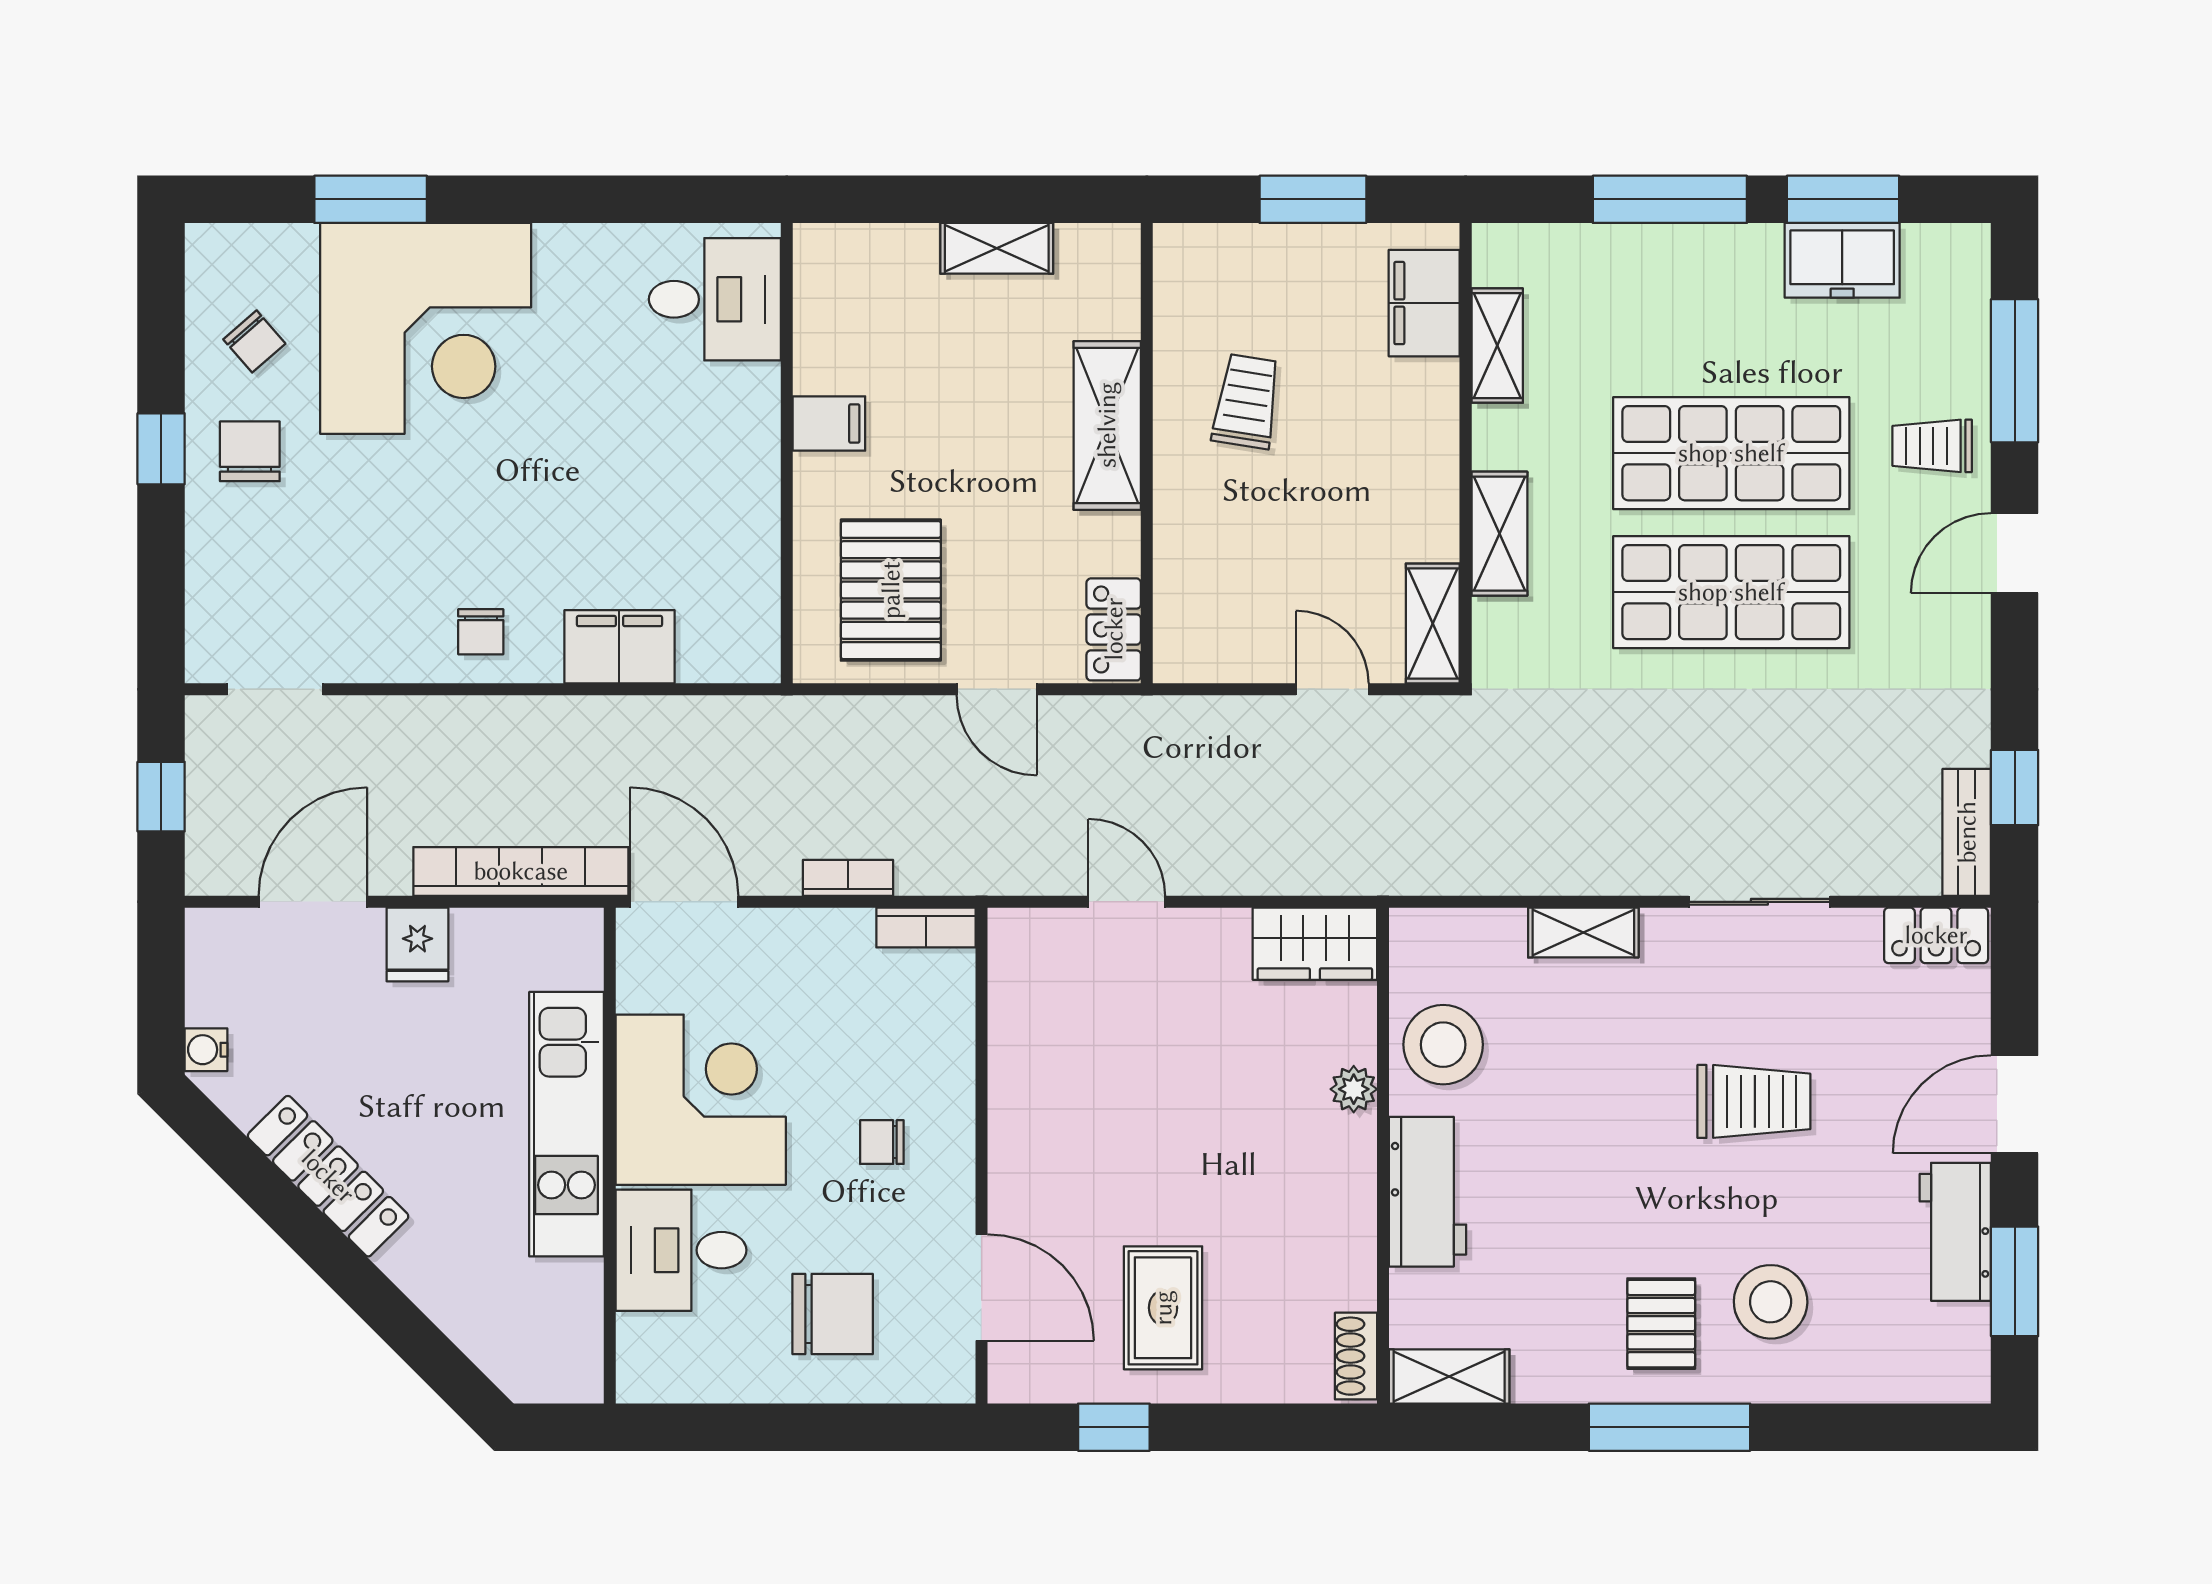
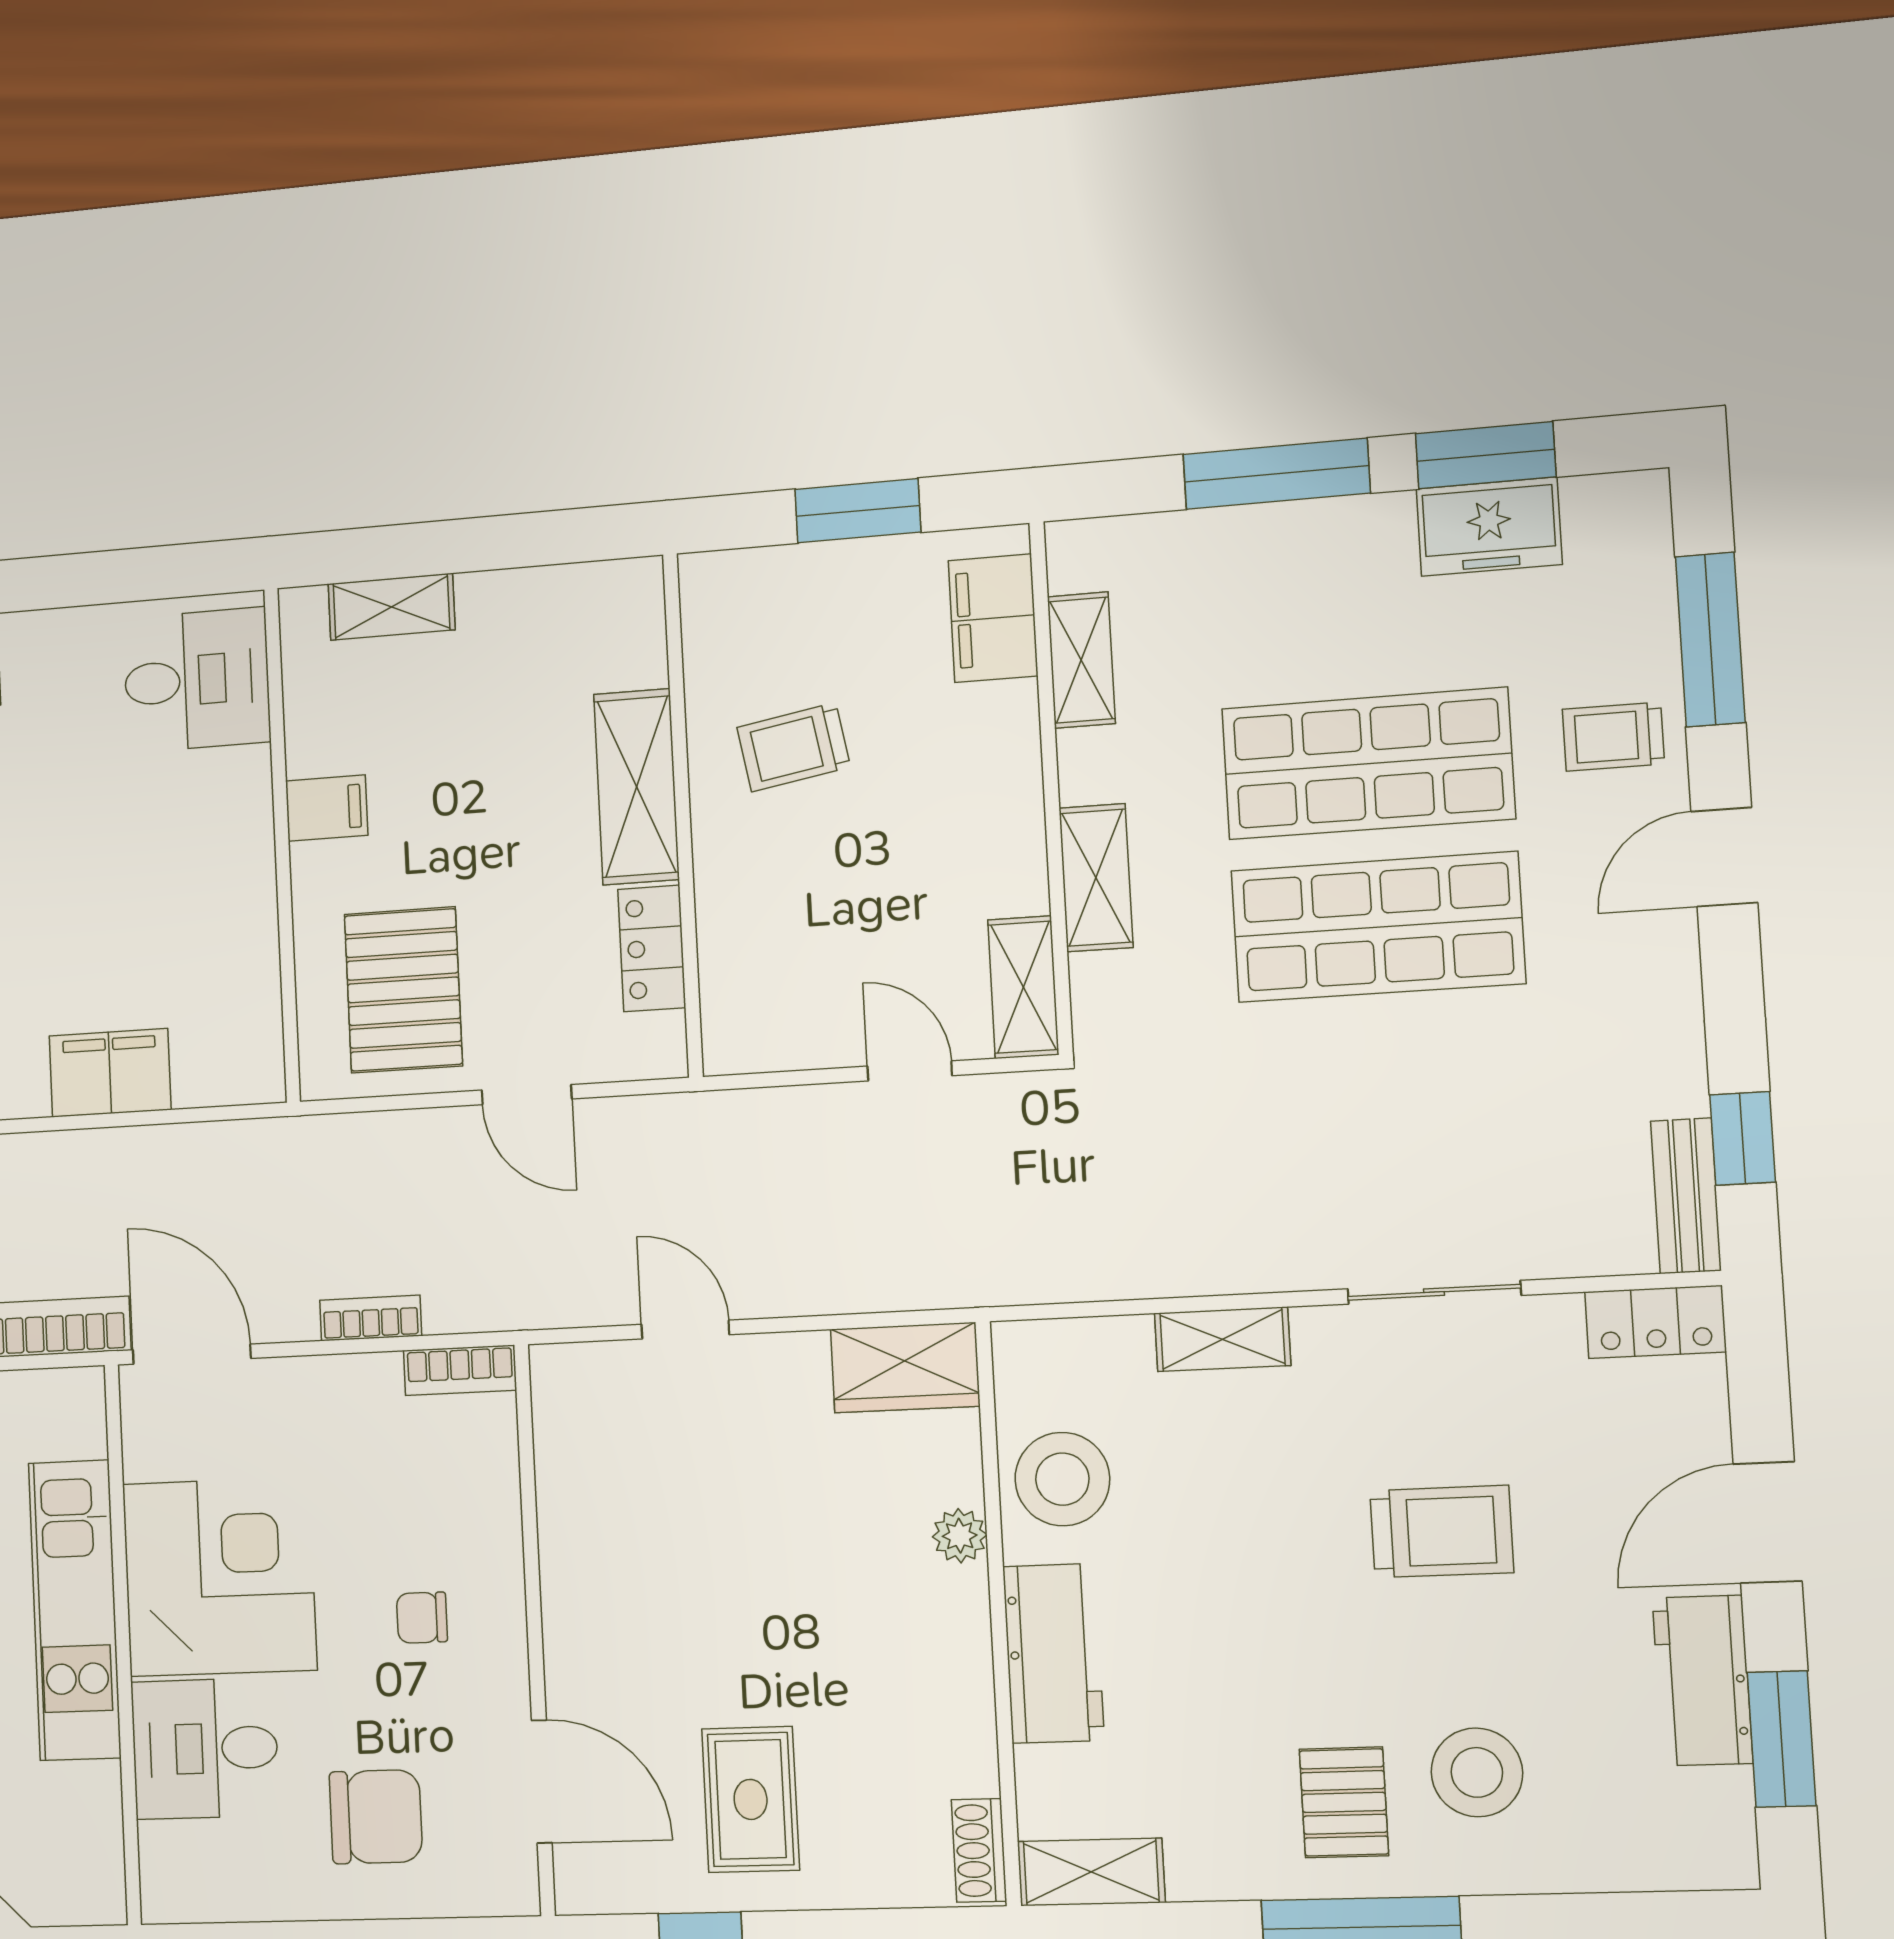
shelving: (997, 248) -> (391, 607), moved
trolley: (1247, 401) -> (794, 747), turned -109
locker: (1114, 629) -> (652, 948), moved

